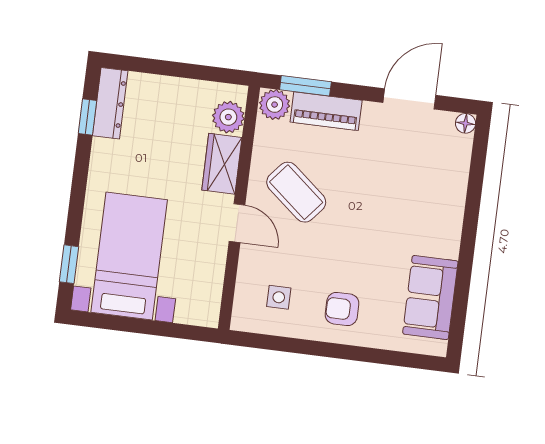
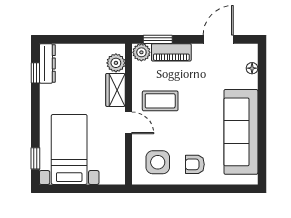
floor lamp: (466, 123) -> (252, 68), moved
coffee table: (296, 192) -> (160, 101), turned -40
side table: (279, 297) -> (158, 162), width x1.87, depth x1.87
sofa: (430, 297) -> (241, 132), width x1.85, depth x1.27

